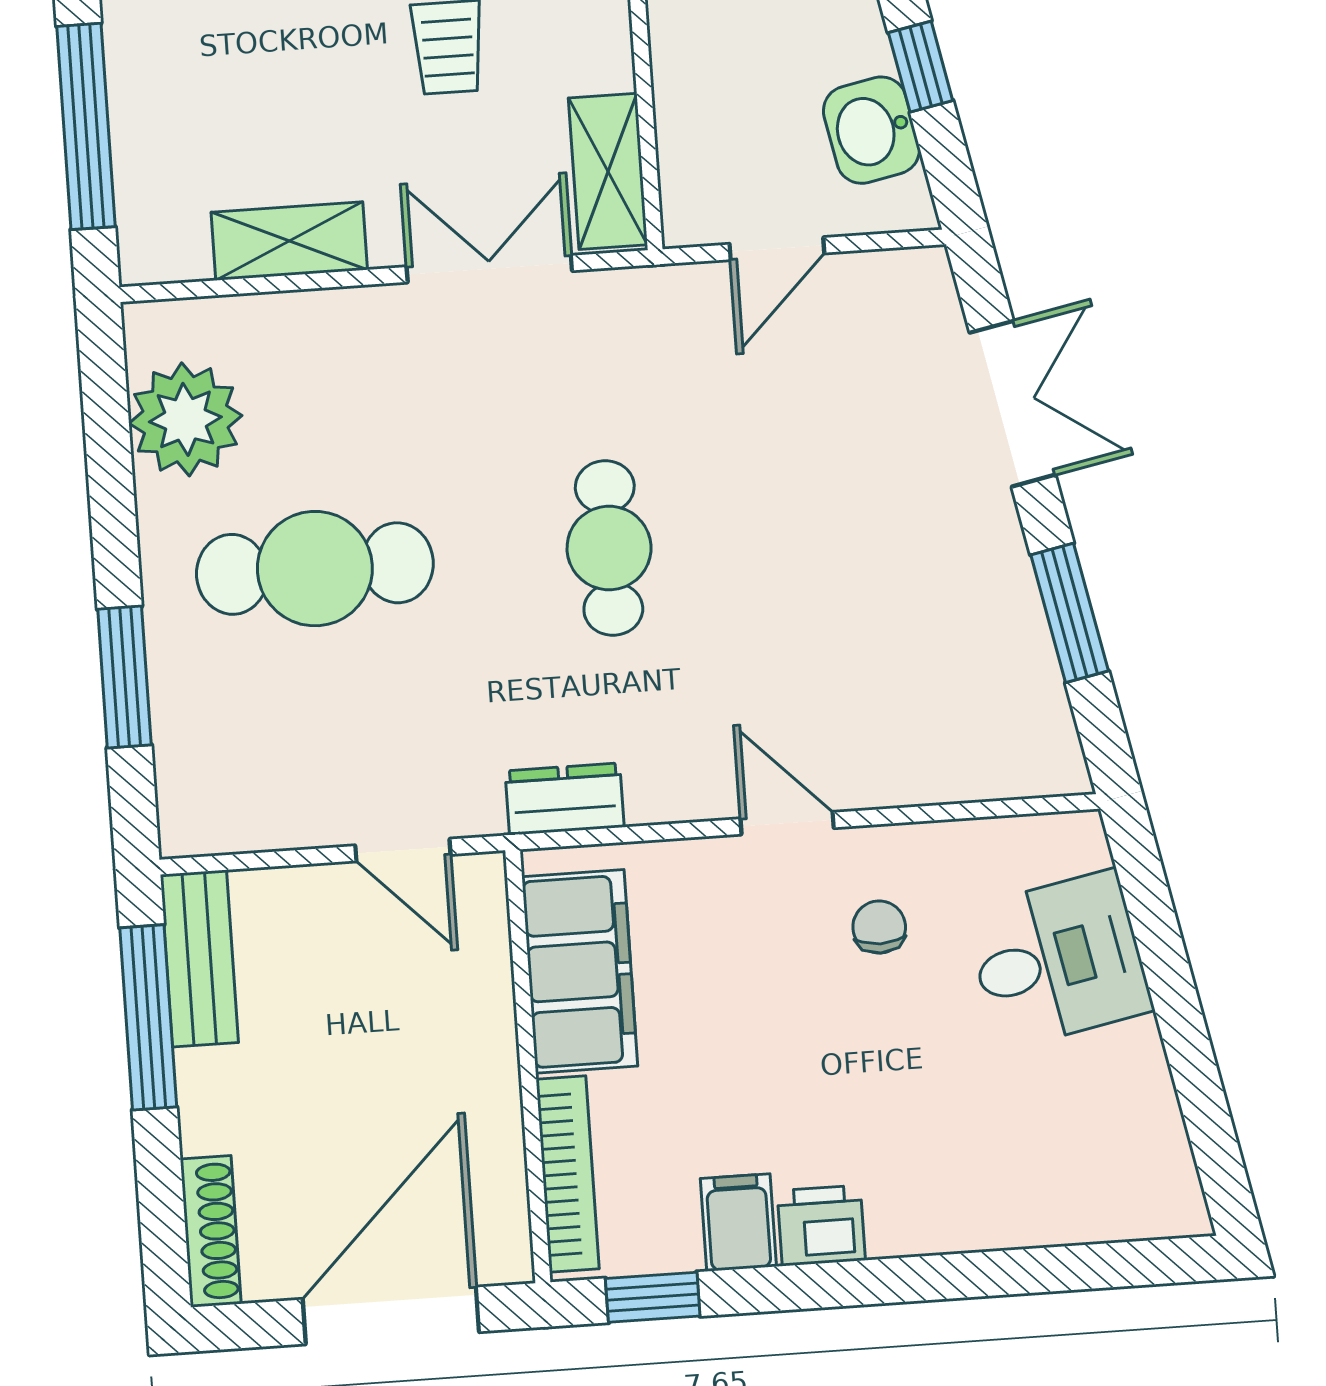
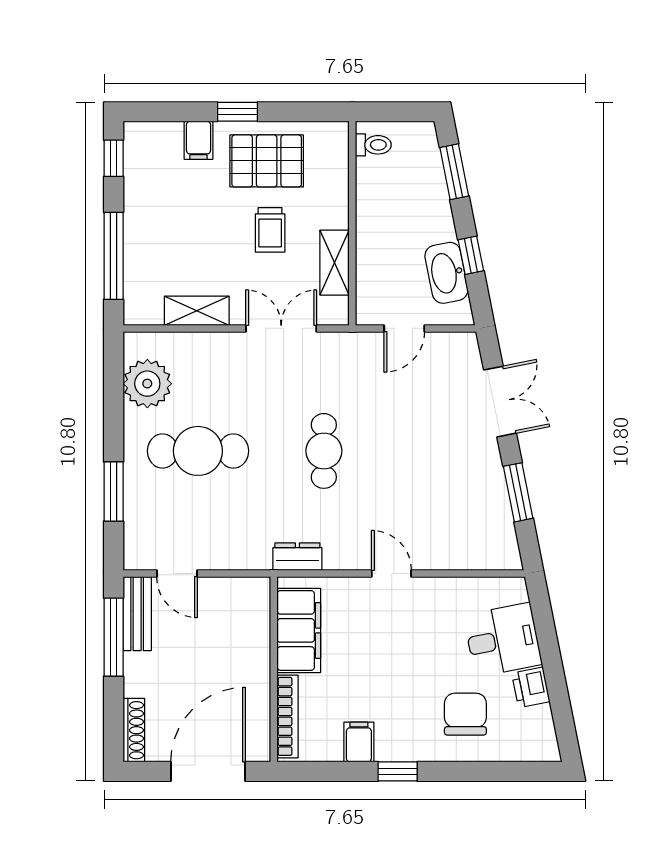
washbasin: (871, 130) -> (446, 273), width x1.38
shelving: (608, 171) -> (335, 263), moved
door: (403, 850) -> (177, 574), moved
chair: (879, 927) -> (465, 714), moved, width x1.87, depth x1.87
printer: (821, 1225) -> (531, 687), moved, turned -101
window: (653, 1297) -> (398, 771), moved

